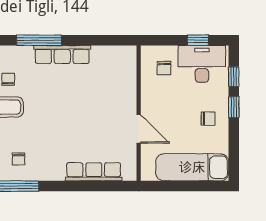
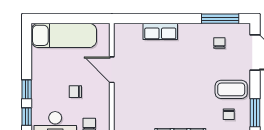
chair: (208, 119) -> (75, 92), moved
row of seats: (94, 172) -> (160, 31), width x0.68

